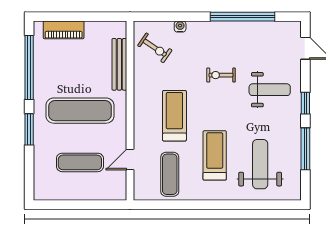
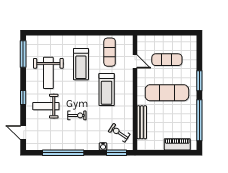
window: (159, 17) -> (116, 153), added
window: (305, 149) -> (23, 54), moved
door: (130, 160) -> (135, 62), hinge flipped
weight bench: (260, 164) -> (48, 73), moved

